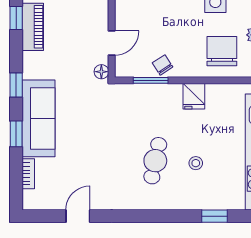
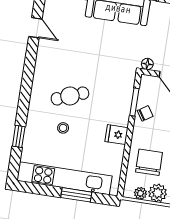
chair: (222, 51) -> (149, 162), turned -90
cafe table: (155, 161) -> (70, 96), turned -33

